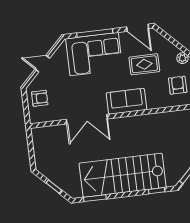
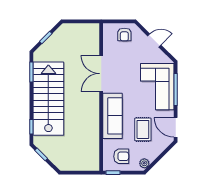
door: (138, 28) -> (176, 127), hinge flipped
door: (42, 64) -> (154, 40), hinge flipped
sofa: (127, 101) -> (113, 116), width x1.36

